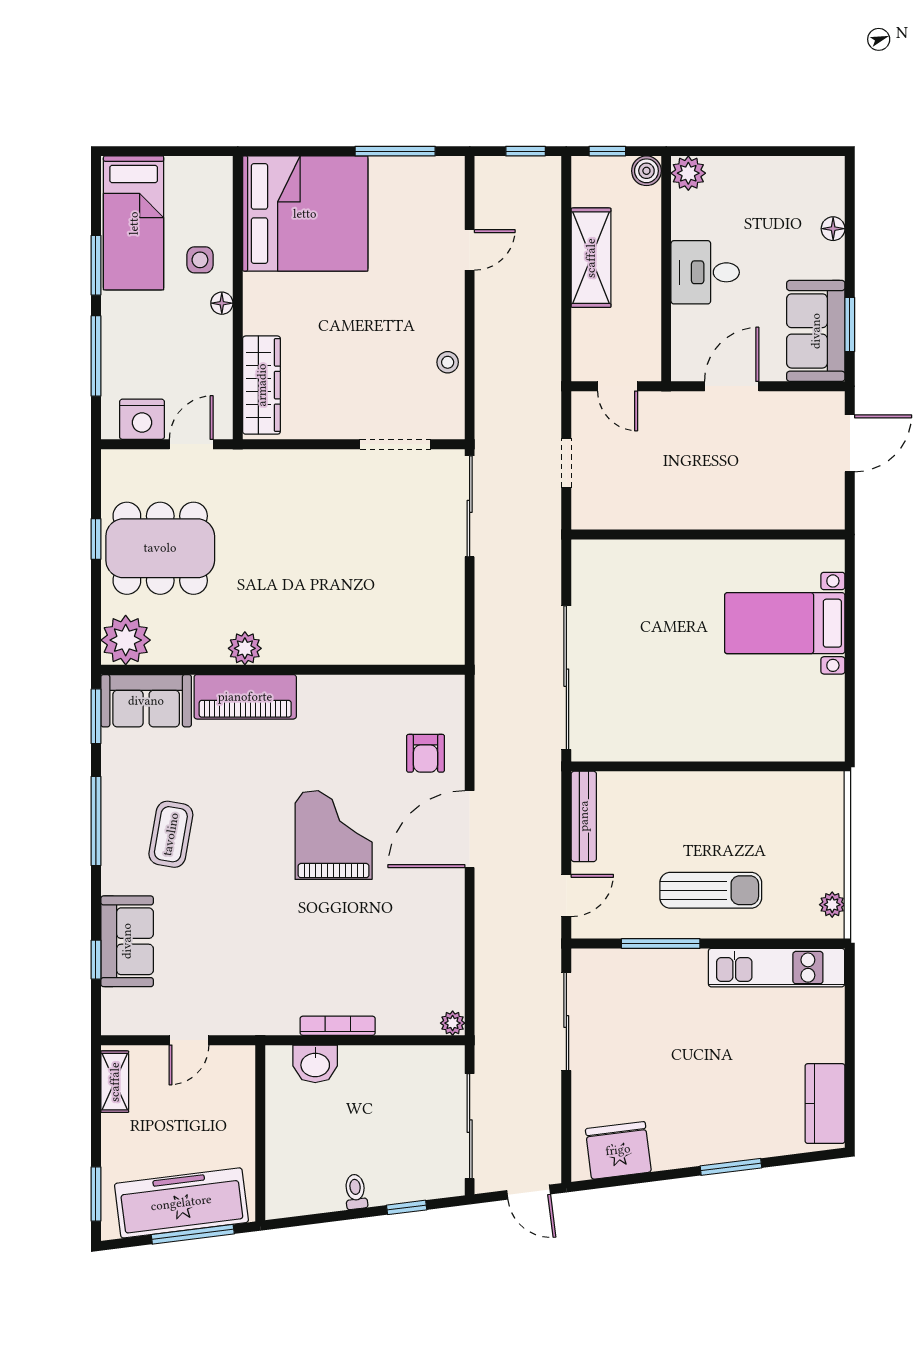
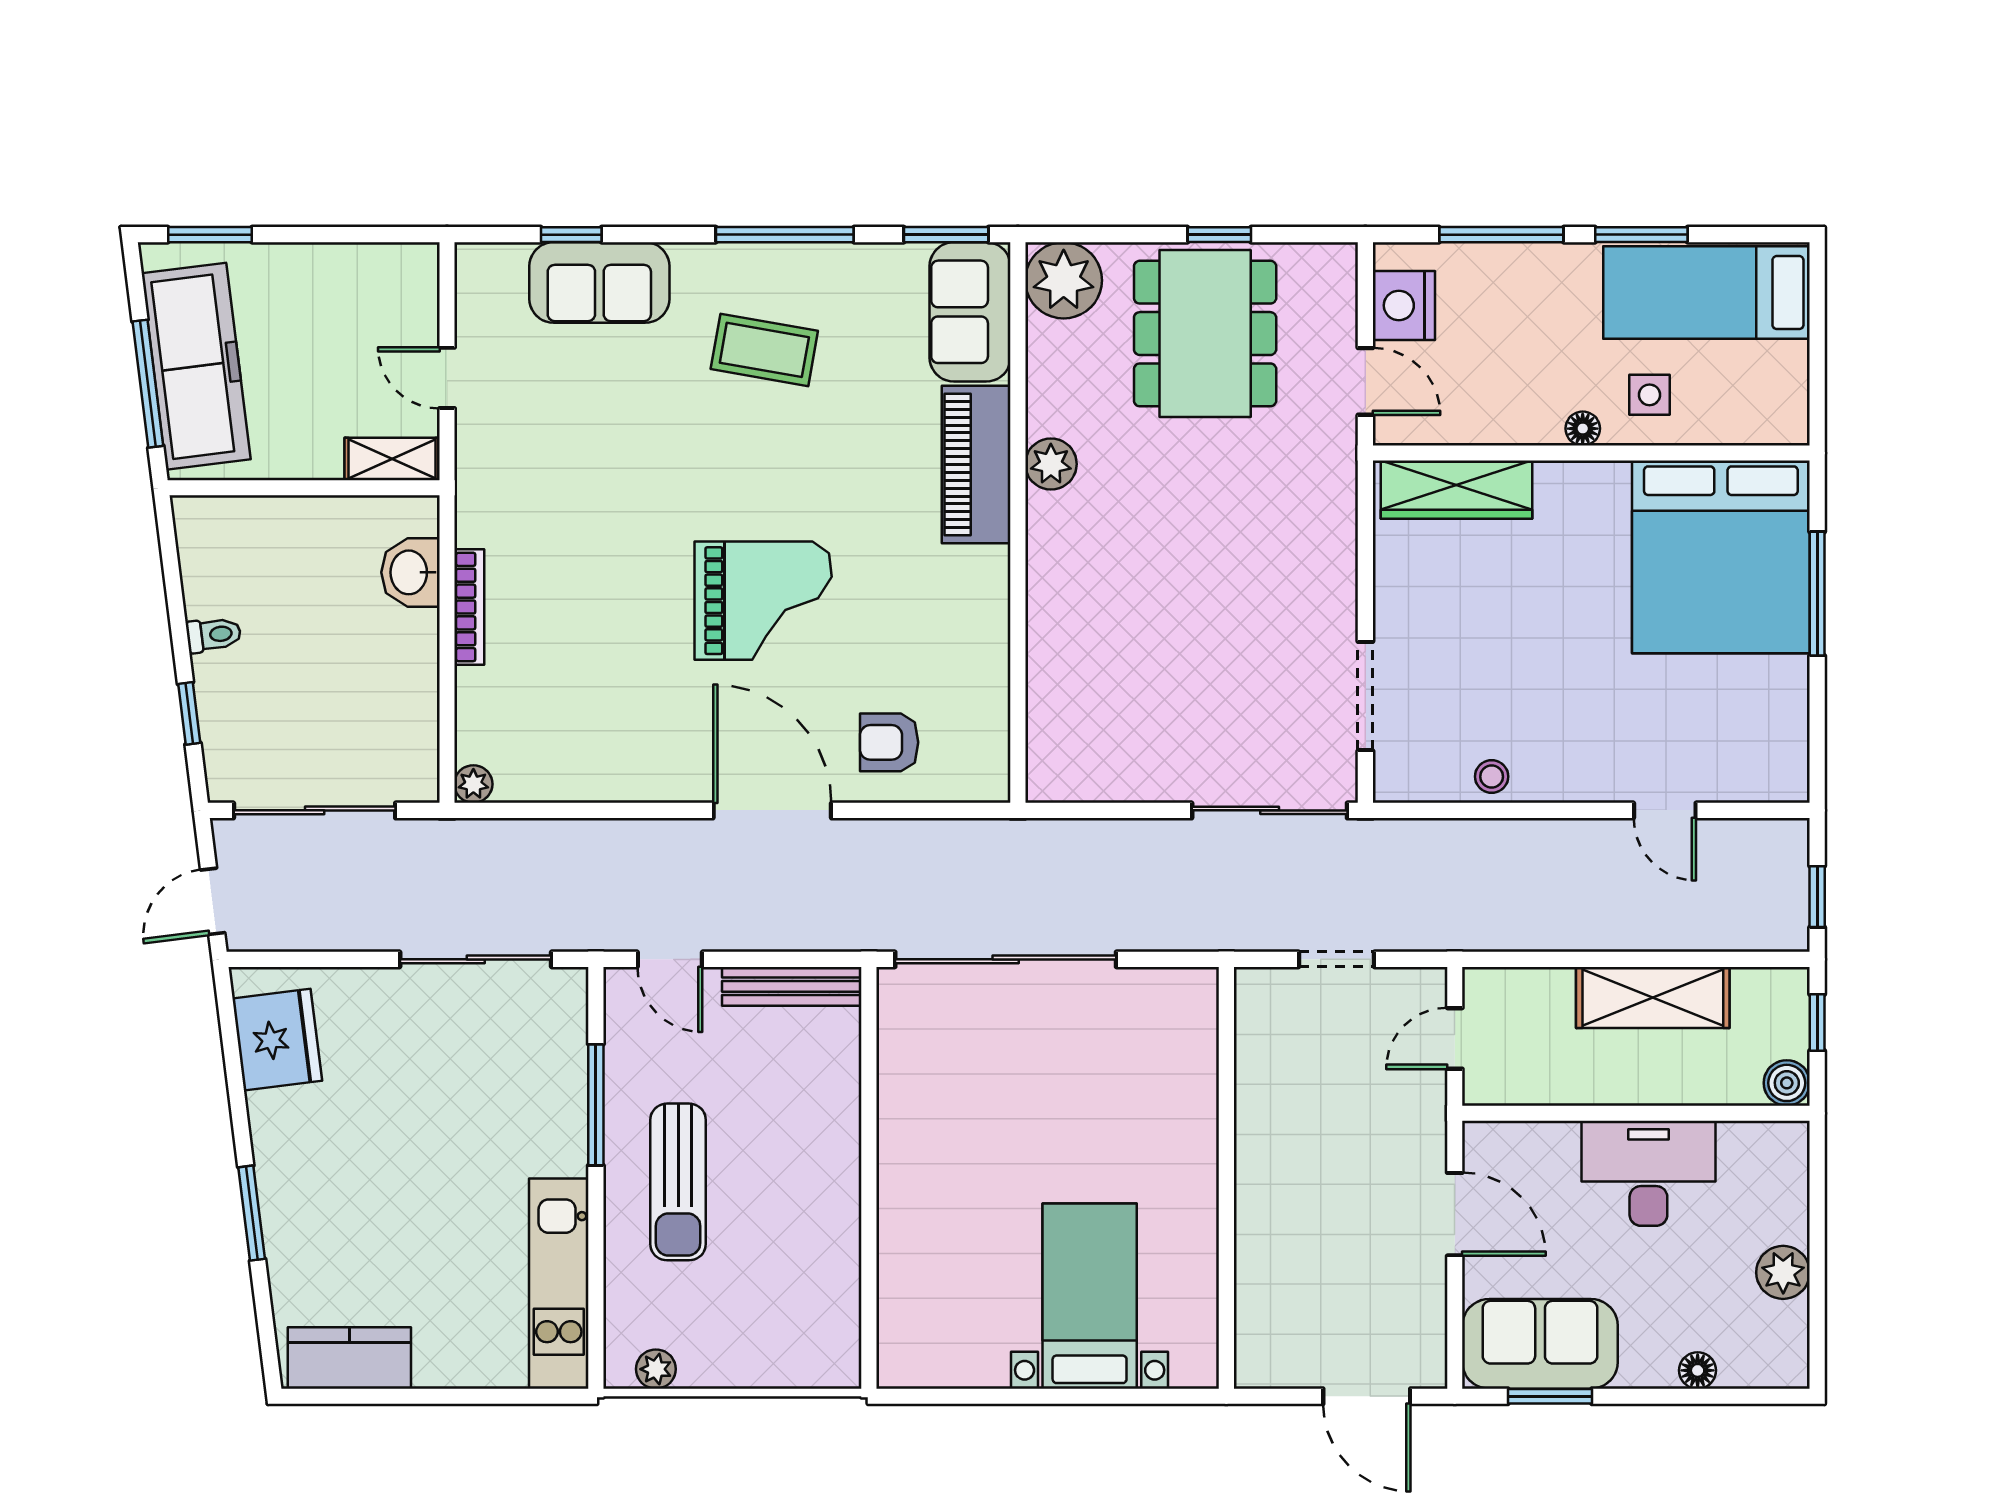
window: (395, 151) -> (1817, 594), moved
plant: (688, 173) -> (1783, 1272), moved
desk: (705, 272) -> (1648, 1173), width x1.37
shelving: (115, 1082) -> (392, 459), moved

